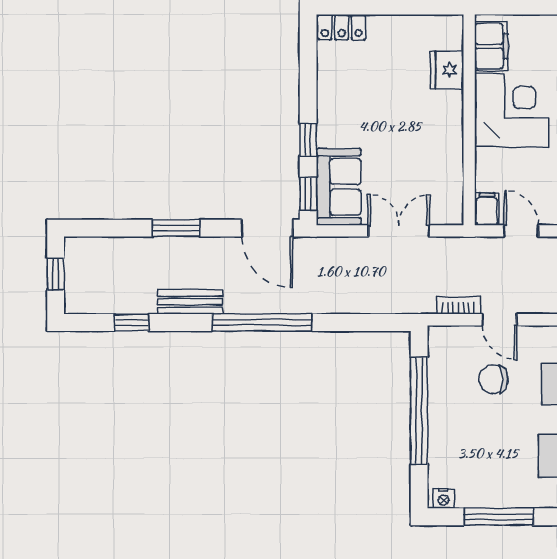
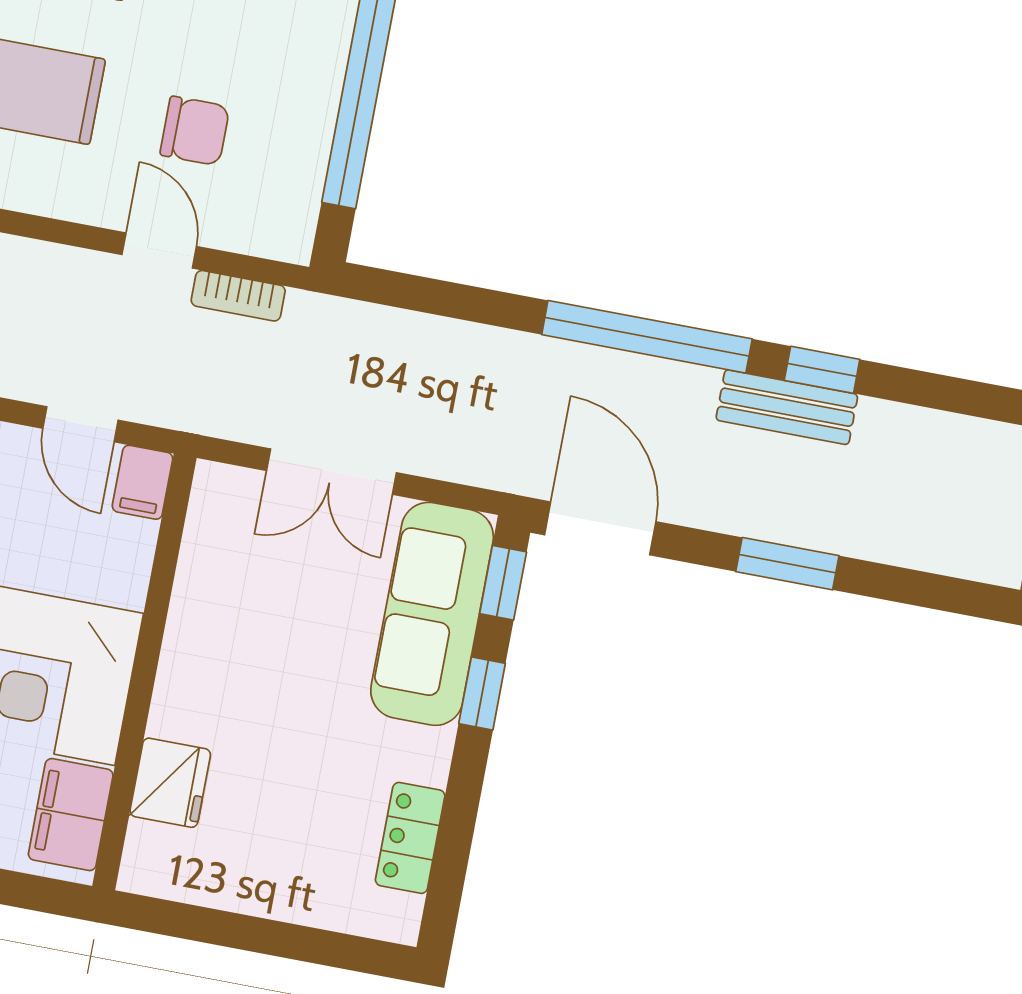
locker: (342, 27) -> (410, 838), moved, turned -90
sofa: (339, 187) -> (432, 614), width x1.36
window: (132, 322) -> (822, 370), moved

